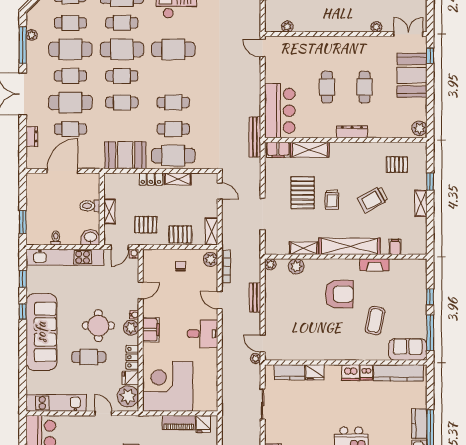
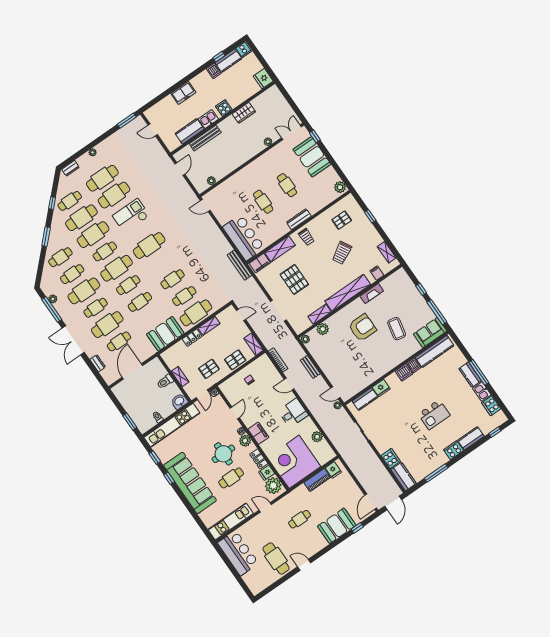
trolley: (332, 200) -> (306, 237), moved
shelving: (421, 203) -> (387, 252), moved
plant: (211, 259) -> (317, 437), moved

